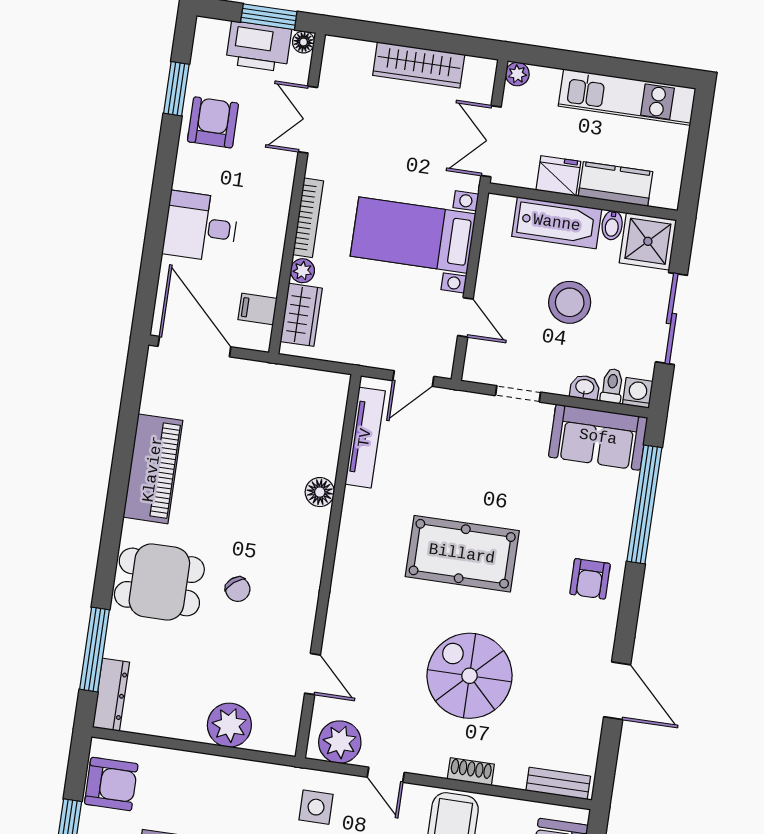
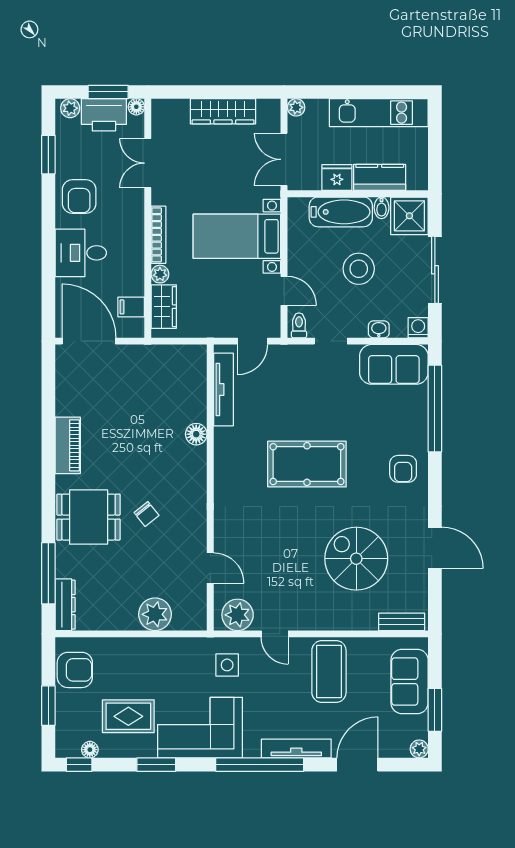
plant: (215, 31) -> (70, 108), added
armchair: (213, 122) -> (79, 197), moved, turned 180
toilet: (612, 386) -> (299, 325), moved
piano: (153, 469) -> (68, 445), width x0.73, depth x0.75
spiral stairs: (469, 676) -> (356, 559), moved
shoe rack: (471, 772) -> (337, 623), removed

